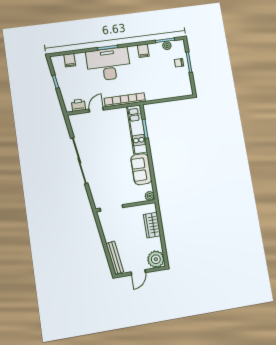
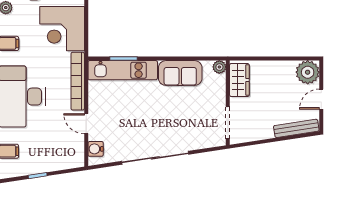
corner desk: (159, 85) -> (62, 29), added
printer: (78, 105) -> (76, 148), removed
water cooler: (80, 119) -> (96, 149), added
wardrobe: (152, 225) -> (239, 80), moved, turned -90
door: (138, 272) -> (321, 99), swing flipped

